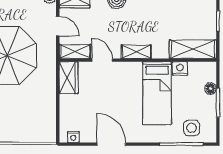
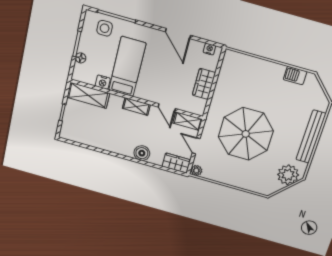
wardrobe: (69, 78) -> (204, 84), moved

